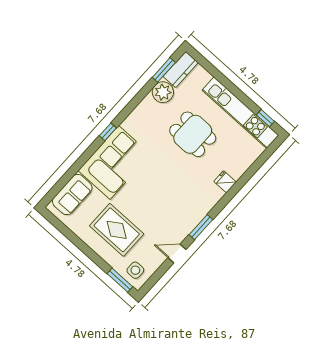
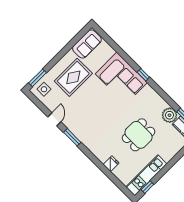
kitchen unit: (240, 113) -> (146, 175), width x0.73
fridge: (225, 182) -> (111, 164), moved
sofa: (72, 195) -> (87, 44), moved, turned -90

